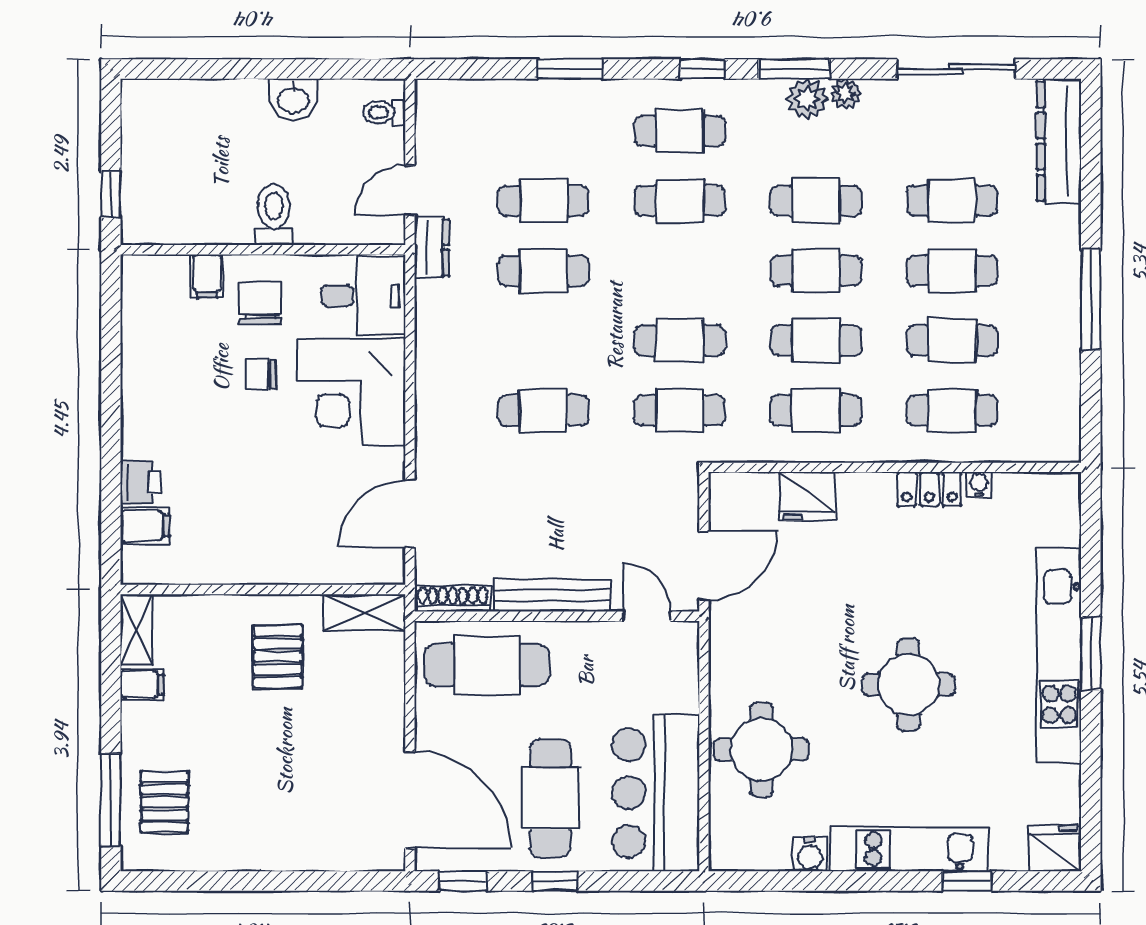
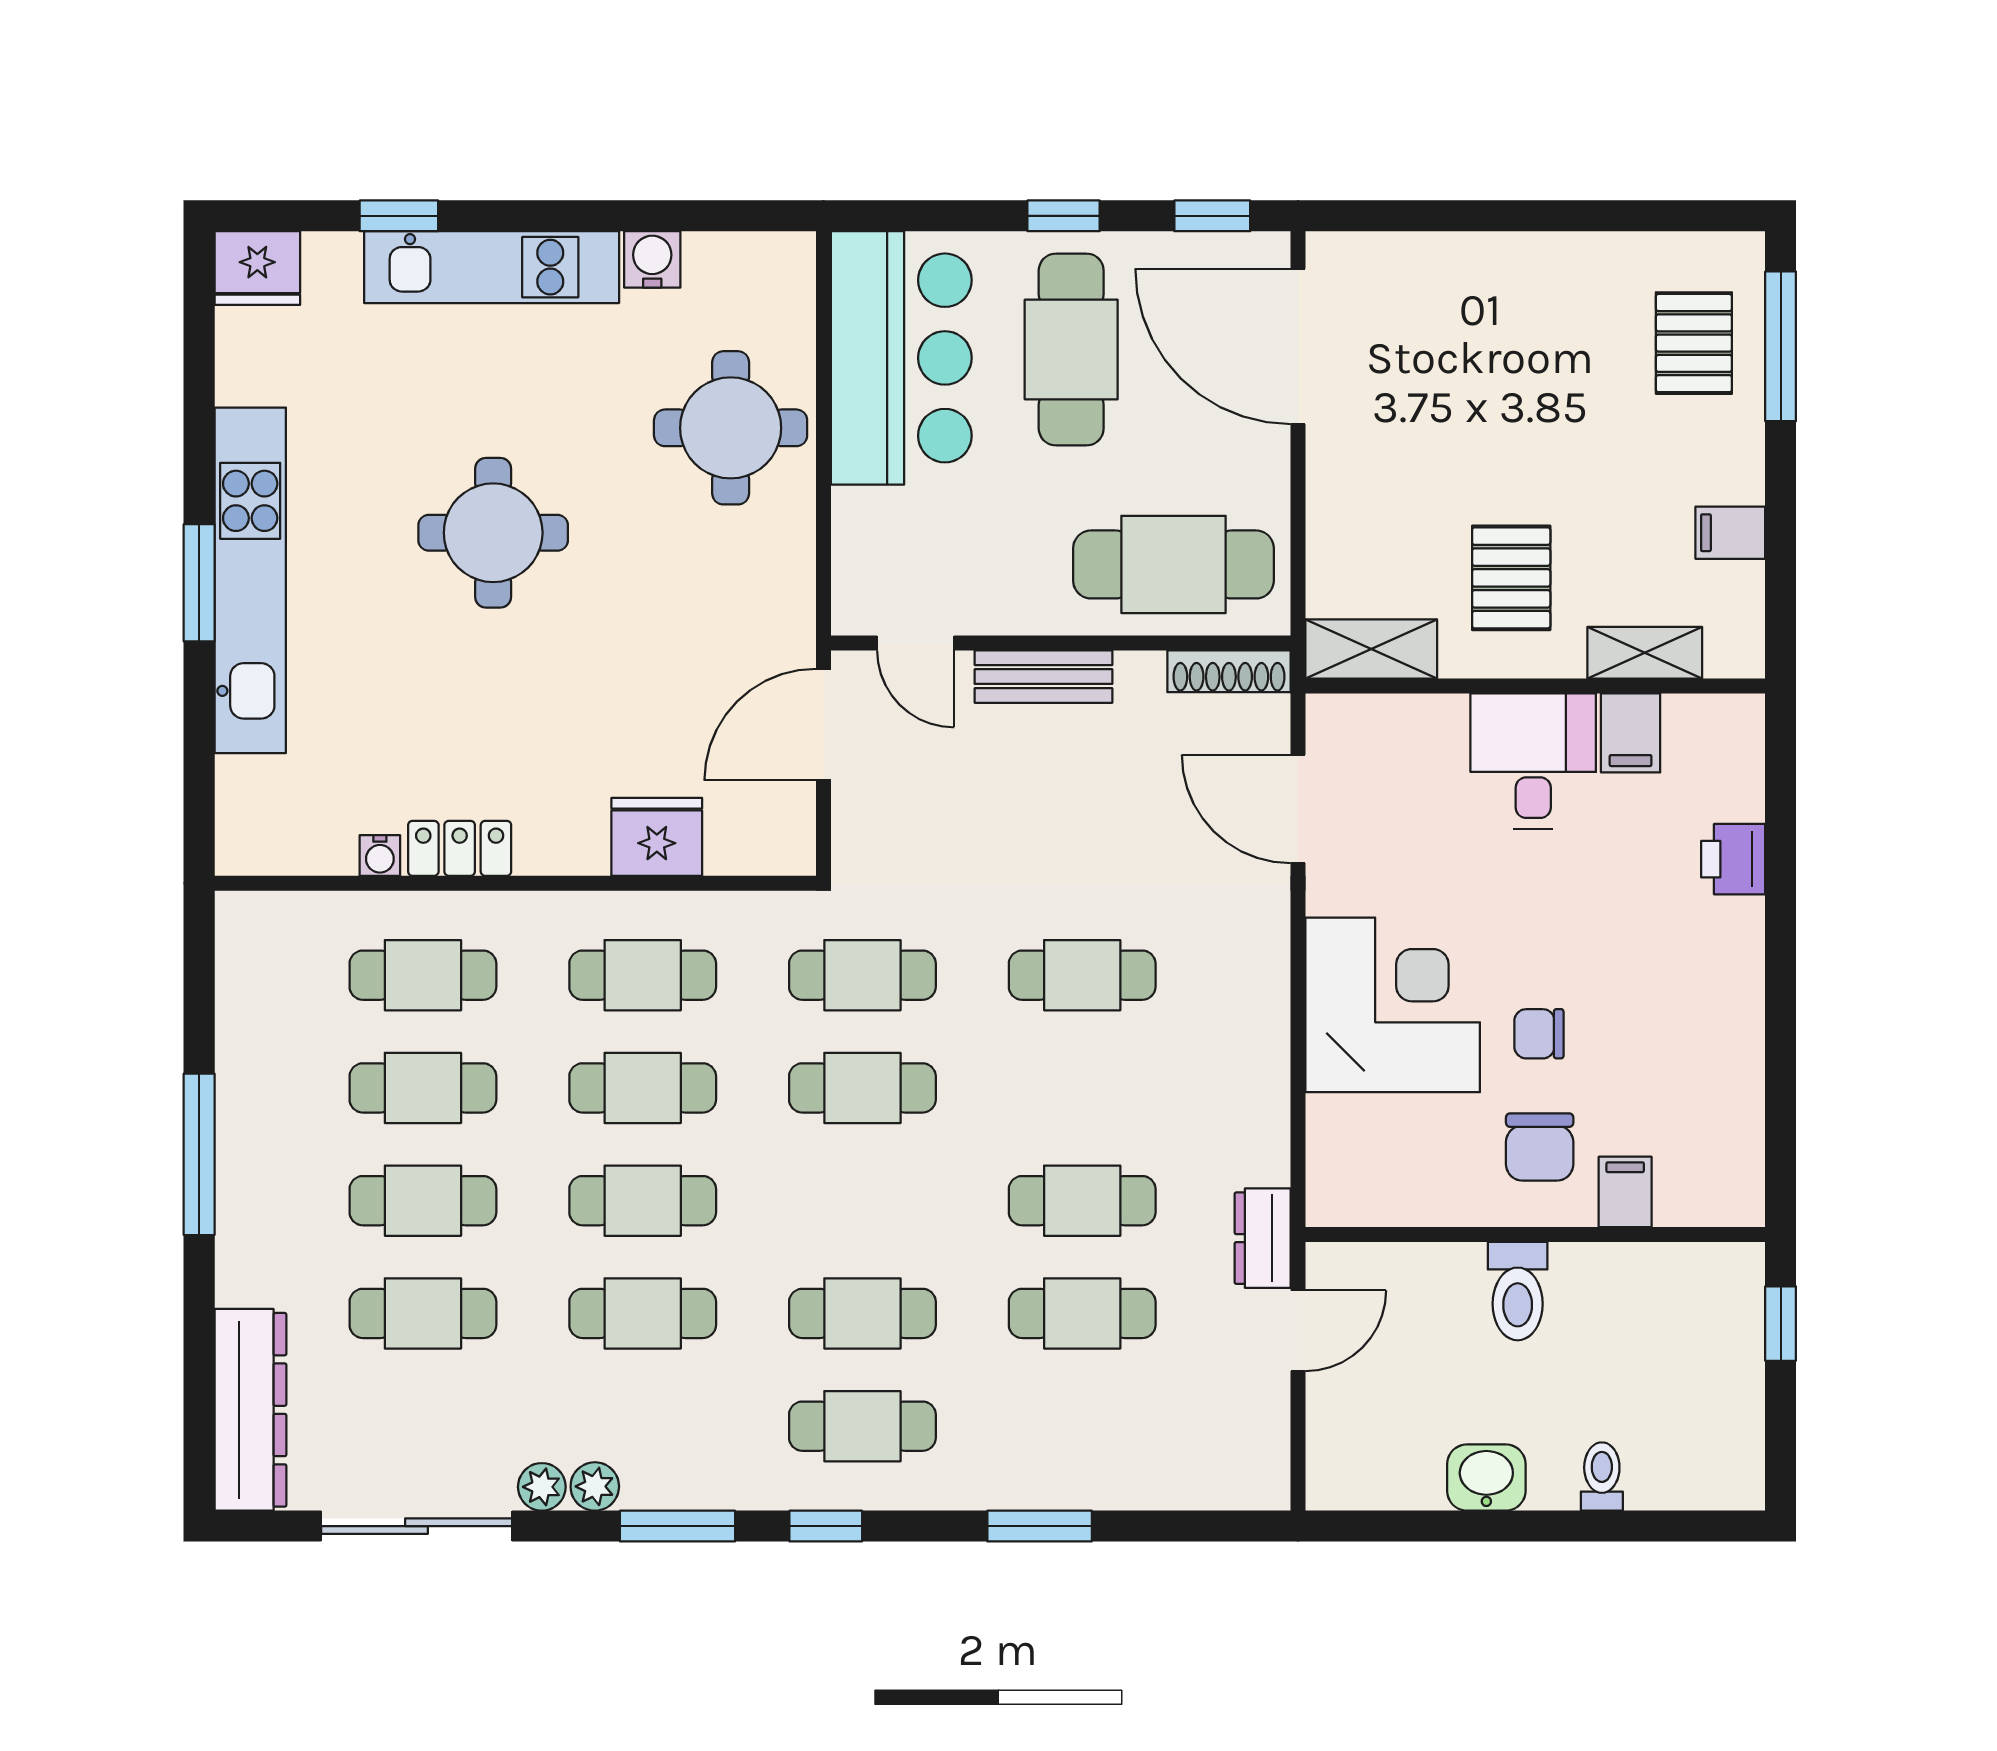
plant: (807, 99) -> (542, 1487), moved, width x0.73, depth x0.73
toilet: (384, 112) -> (1602, 1476), moved, turned -90
desk: (363, 296) -> (1533, 761), moved, turned 90
chair: (261, 374) -> (1539, 1034), turned 180
door: (410, 513) -> (1298, 809), swing flipped
filing cabinet: (145, 526) -> (1631, 733), moved, turned -90
bench: (552, 595) -> (1044, 677), width x0.73
shelving: (136, 630) -> (1645, 653), moved, turned 90

